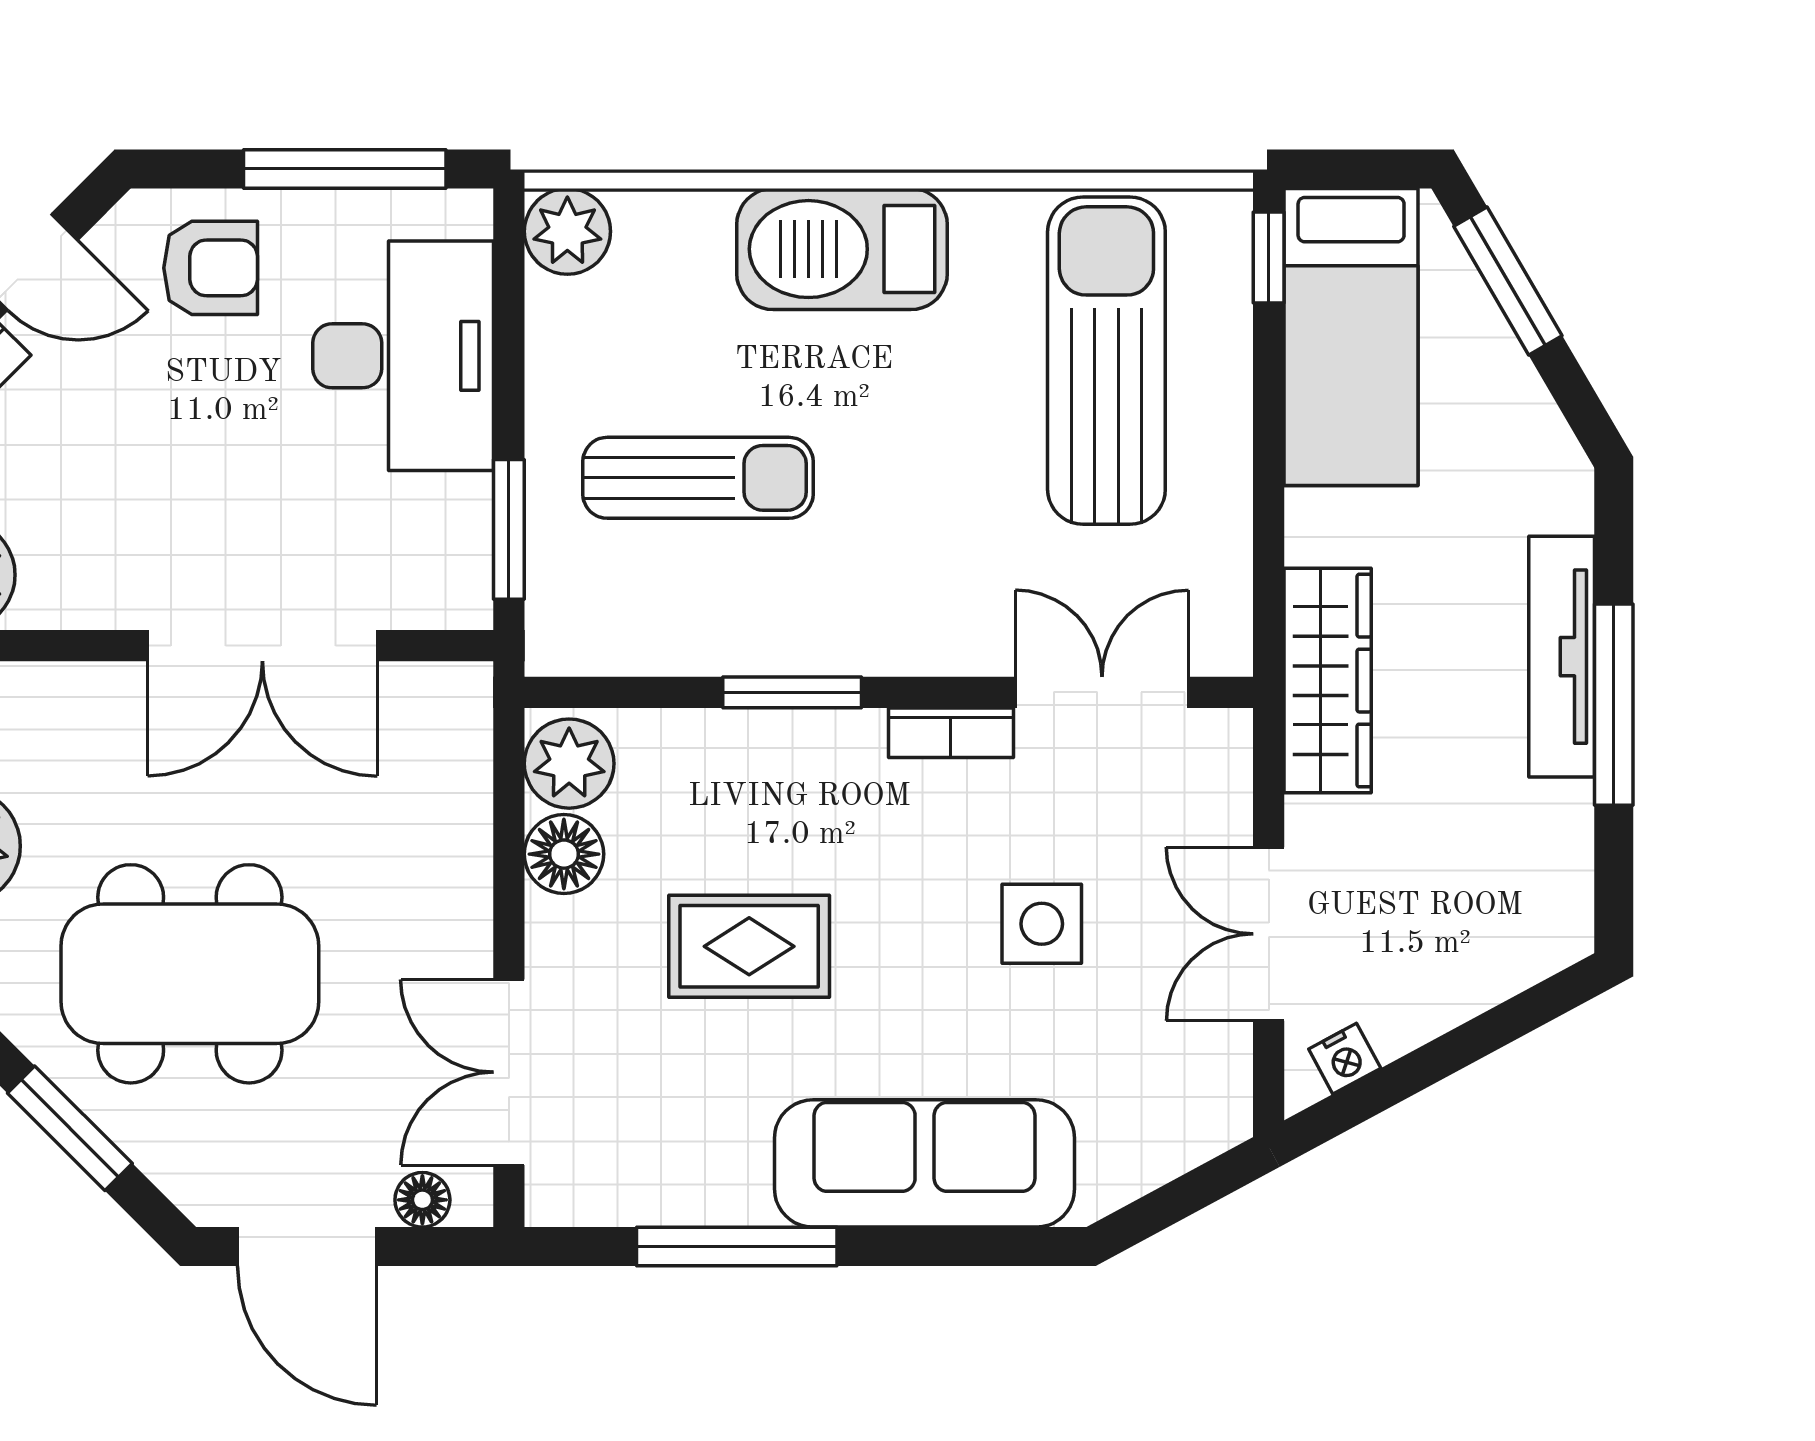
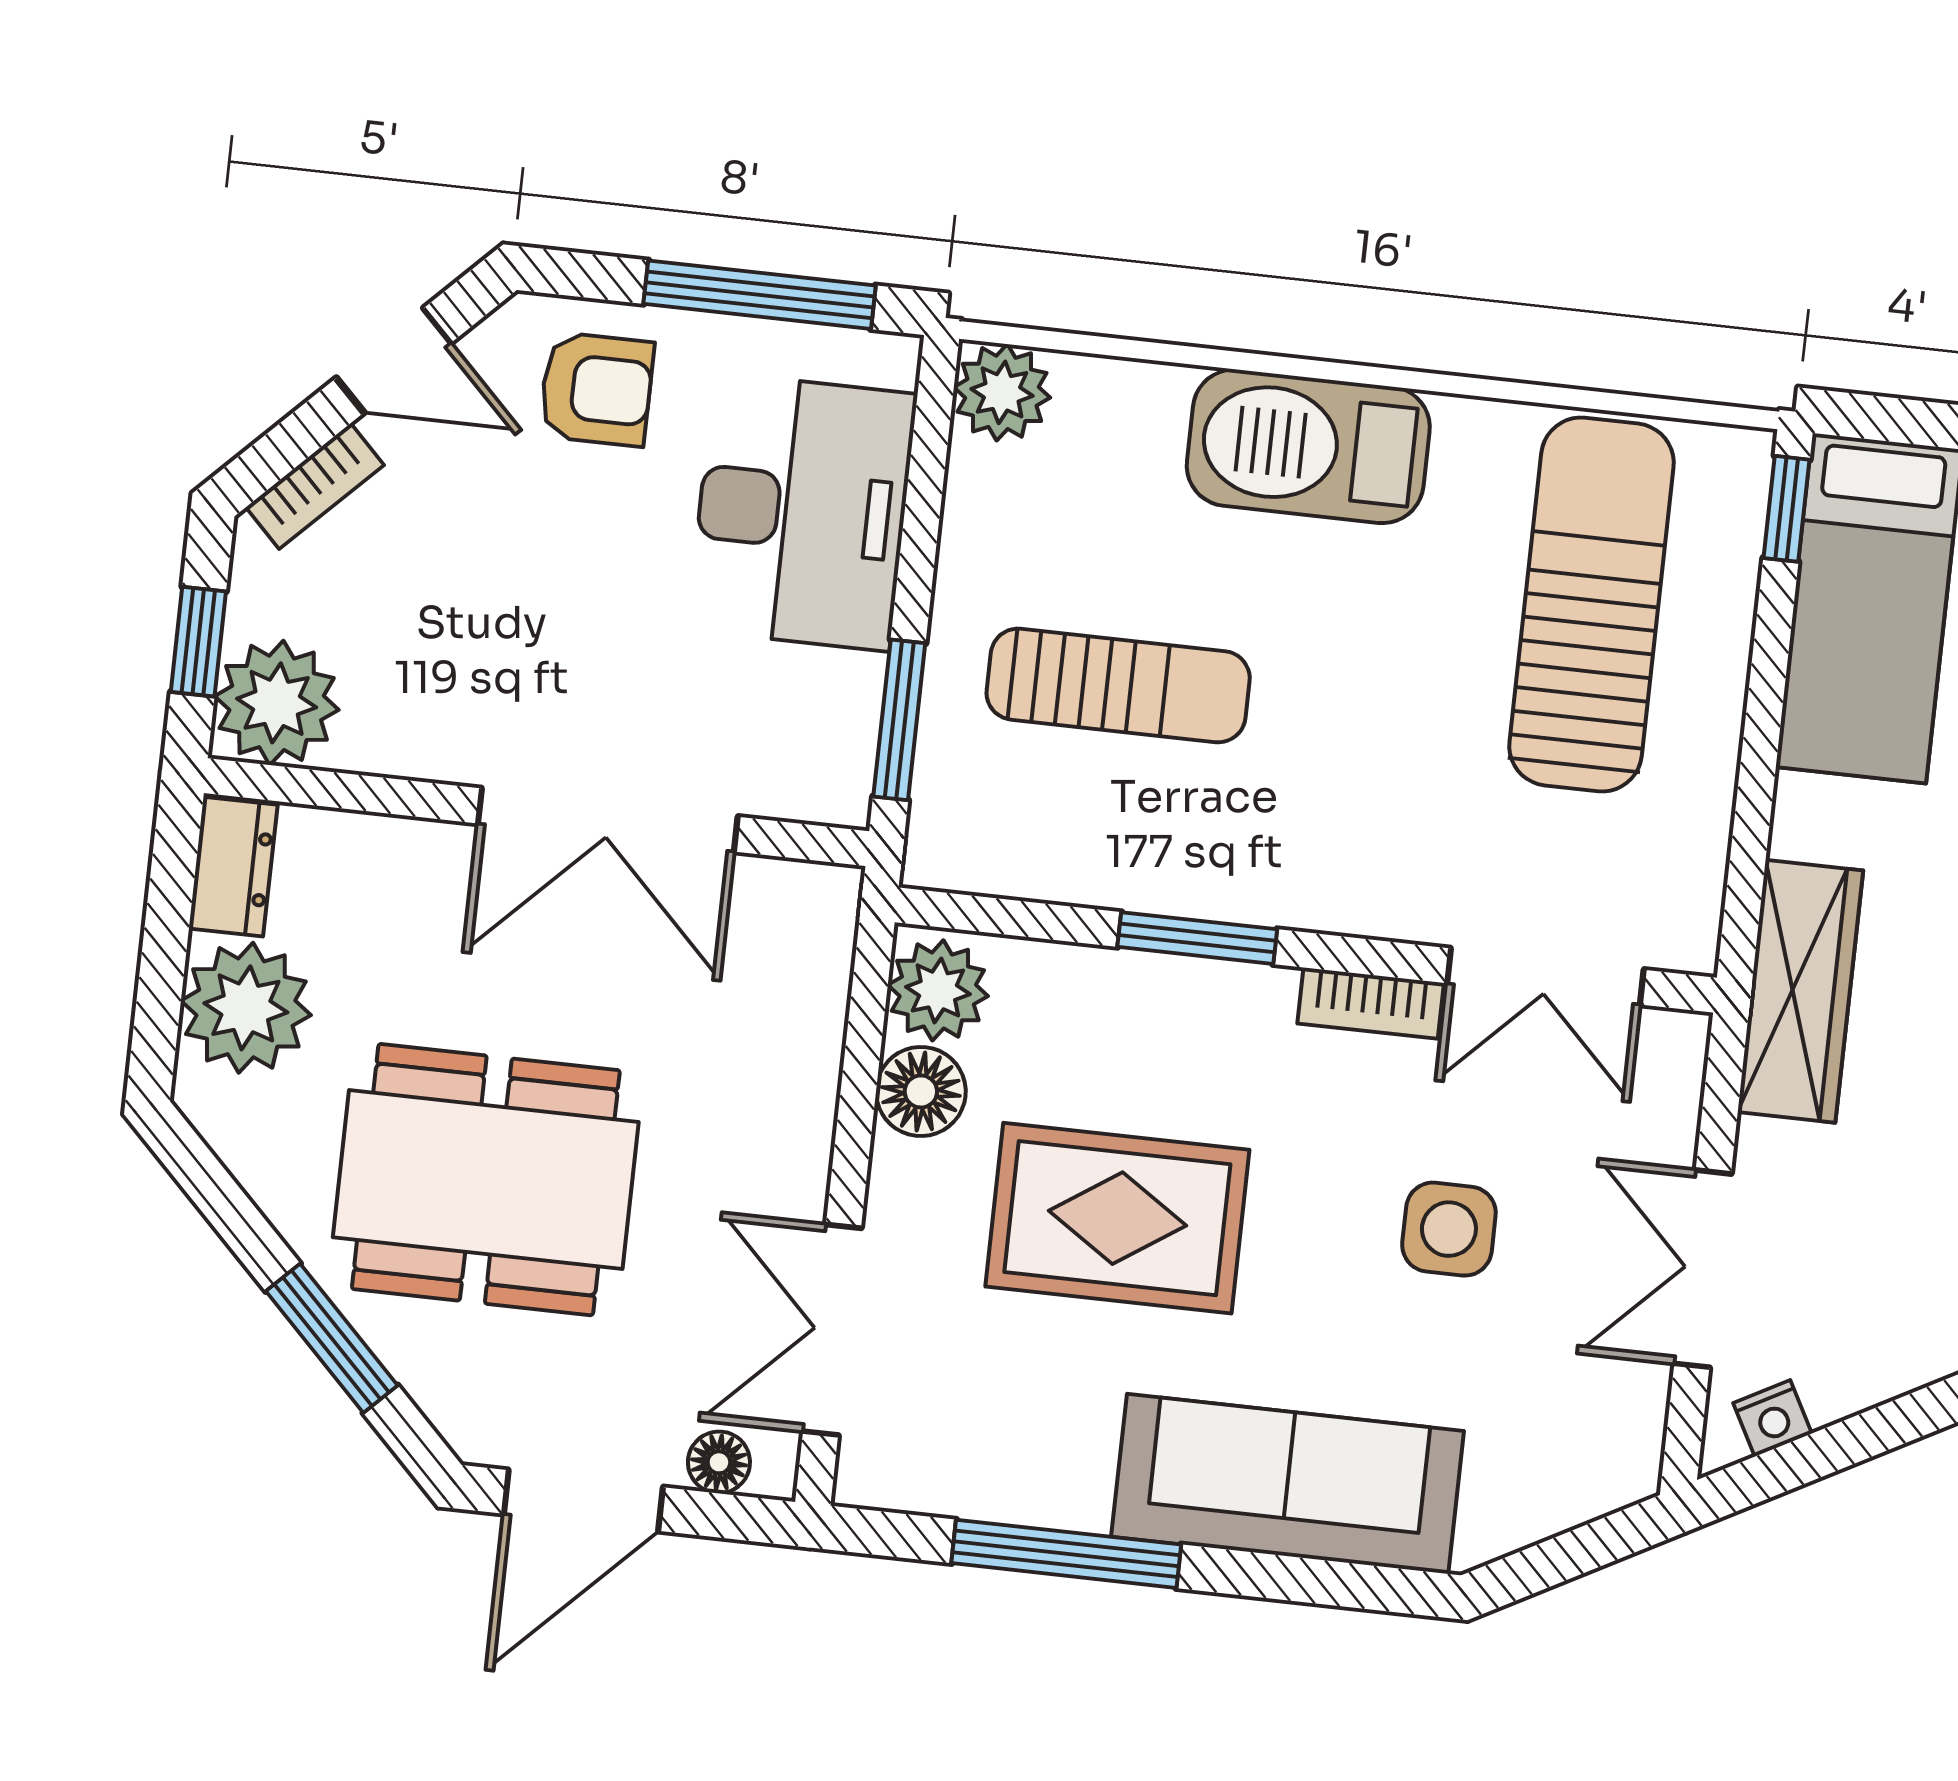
double door: (1102, 692) -> (1545, 976), swing flipped
rug: (749, 946) -> (1117, 1218), width x1.36, depth x1.43
door: (307, 1247) -> (583, 1501), hinge flipped

